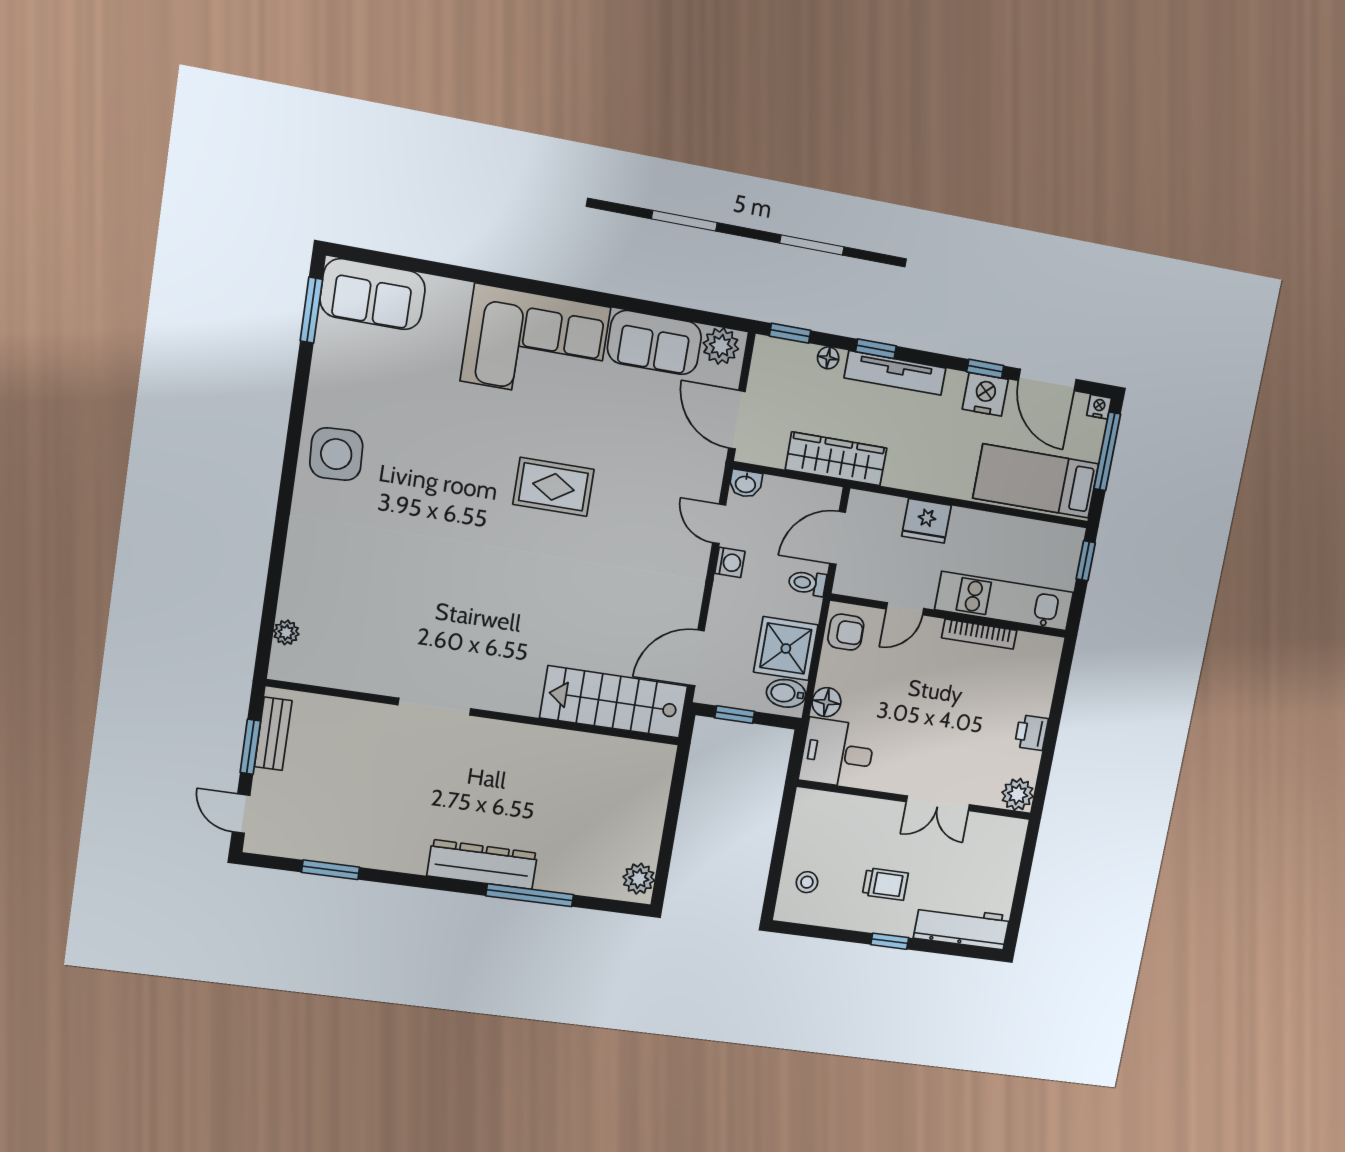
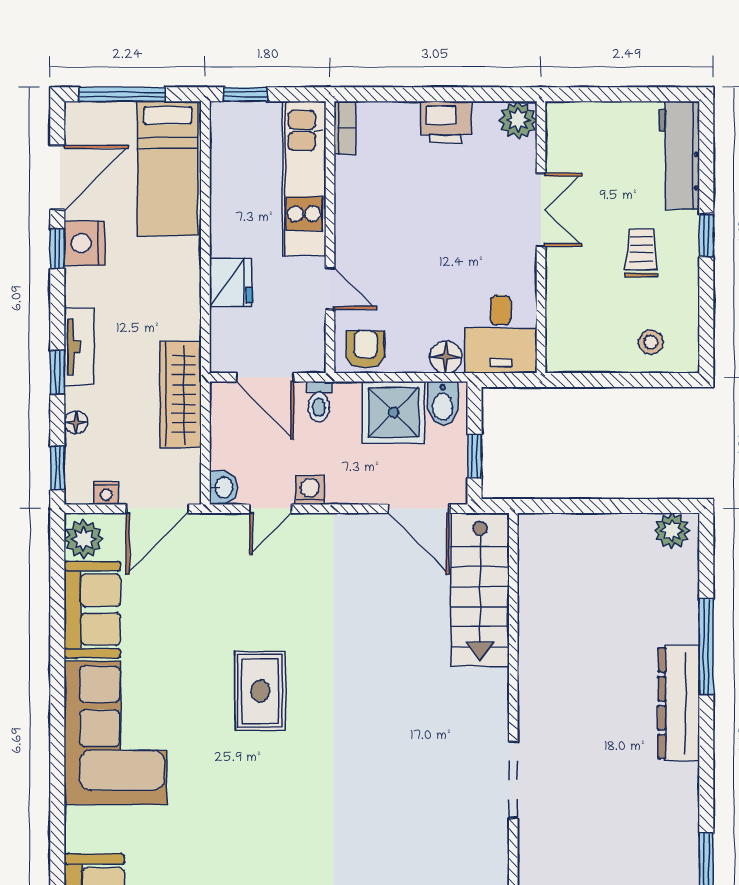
tv unit: (895, 373) -> (79, 347), width x0.71
nightstand: (1099, 407) -> (106, 493), moved, turned -90
bookcase: (979, 634) -> (345, 128), moved, width x0.64
printer: (1031, 733) -> (446, 122), width x1.36, depth x1.24

